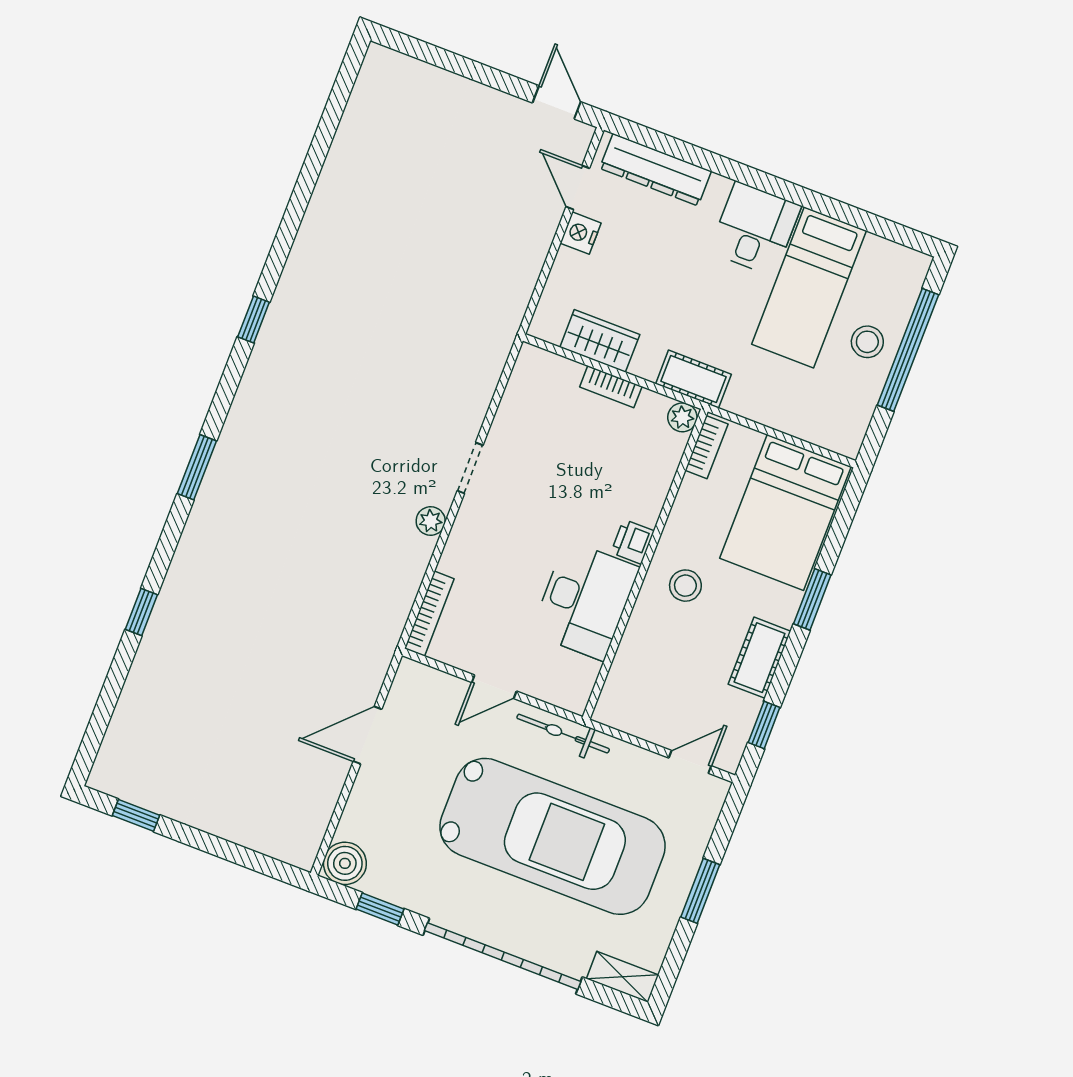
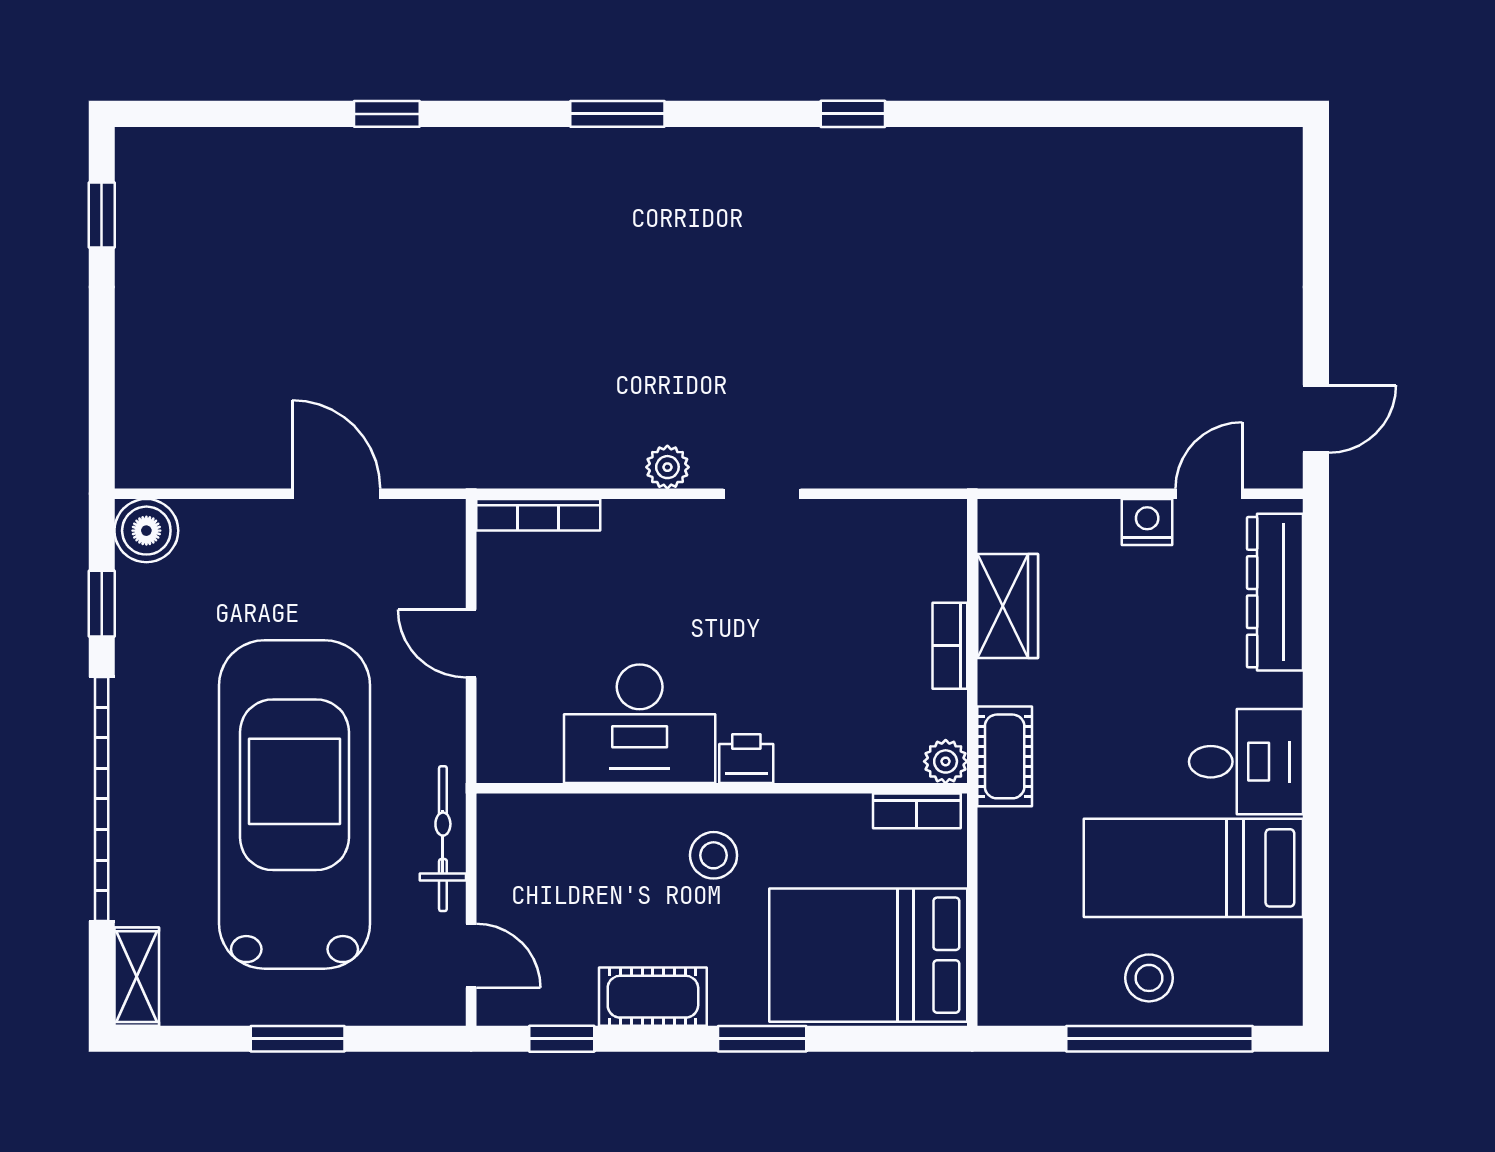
bicycle: (563, 734) -> (443, 839), moved
car: (553, 836) -> (294, 804), turned 180

